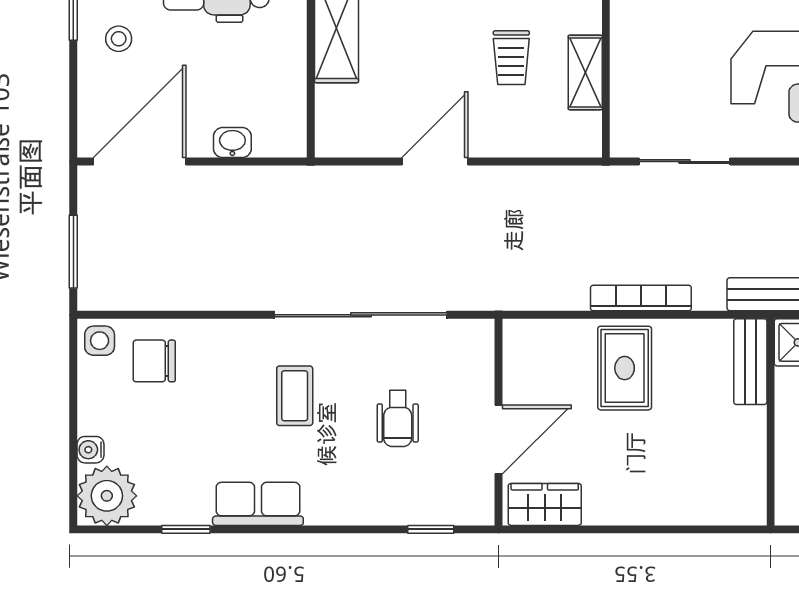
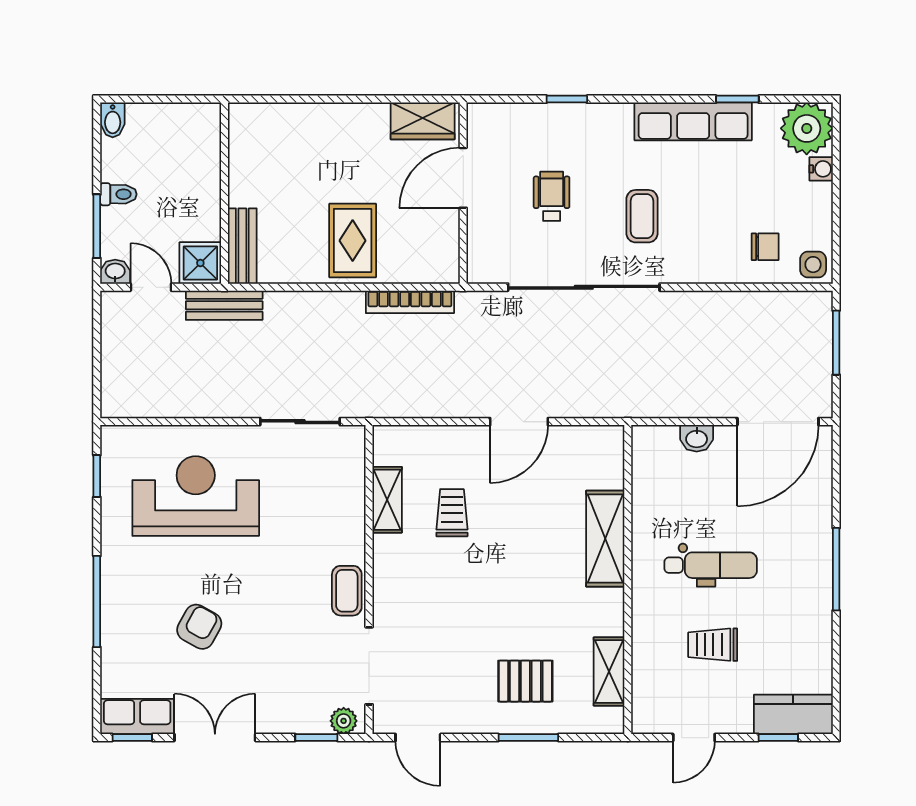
stool: (119, 39) -> (796, 529), removed
bookcase: (641, 298) -> (410, 302), moved
chair: (154, 361) -> (765, 247), width x0.73, depth x0.73
row of seats: (258, 504) -> (693, 121), width x1.48
window: (431, 529) -> (567, 99), moved

